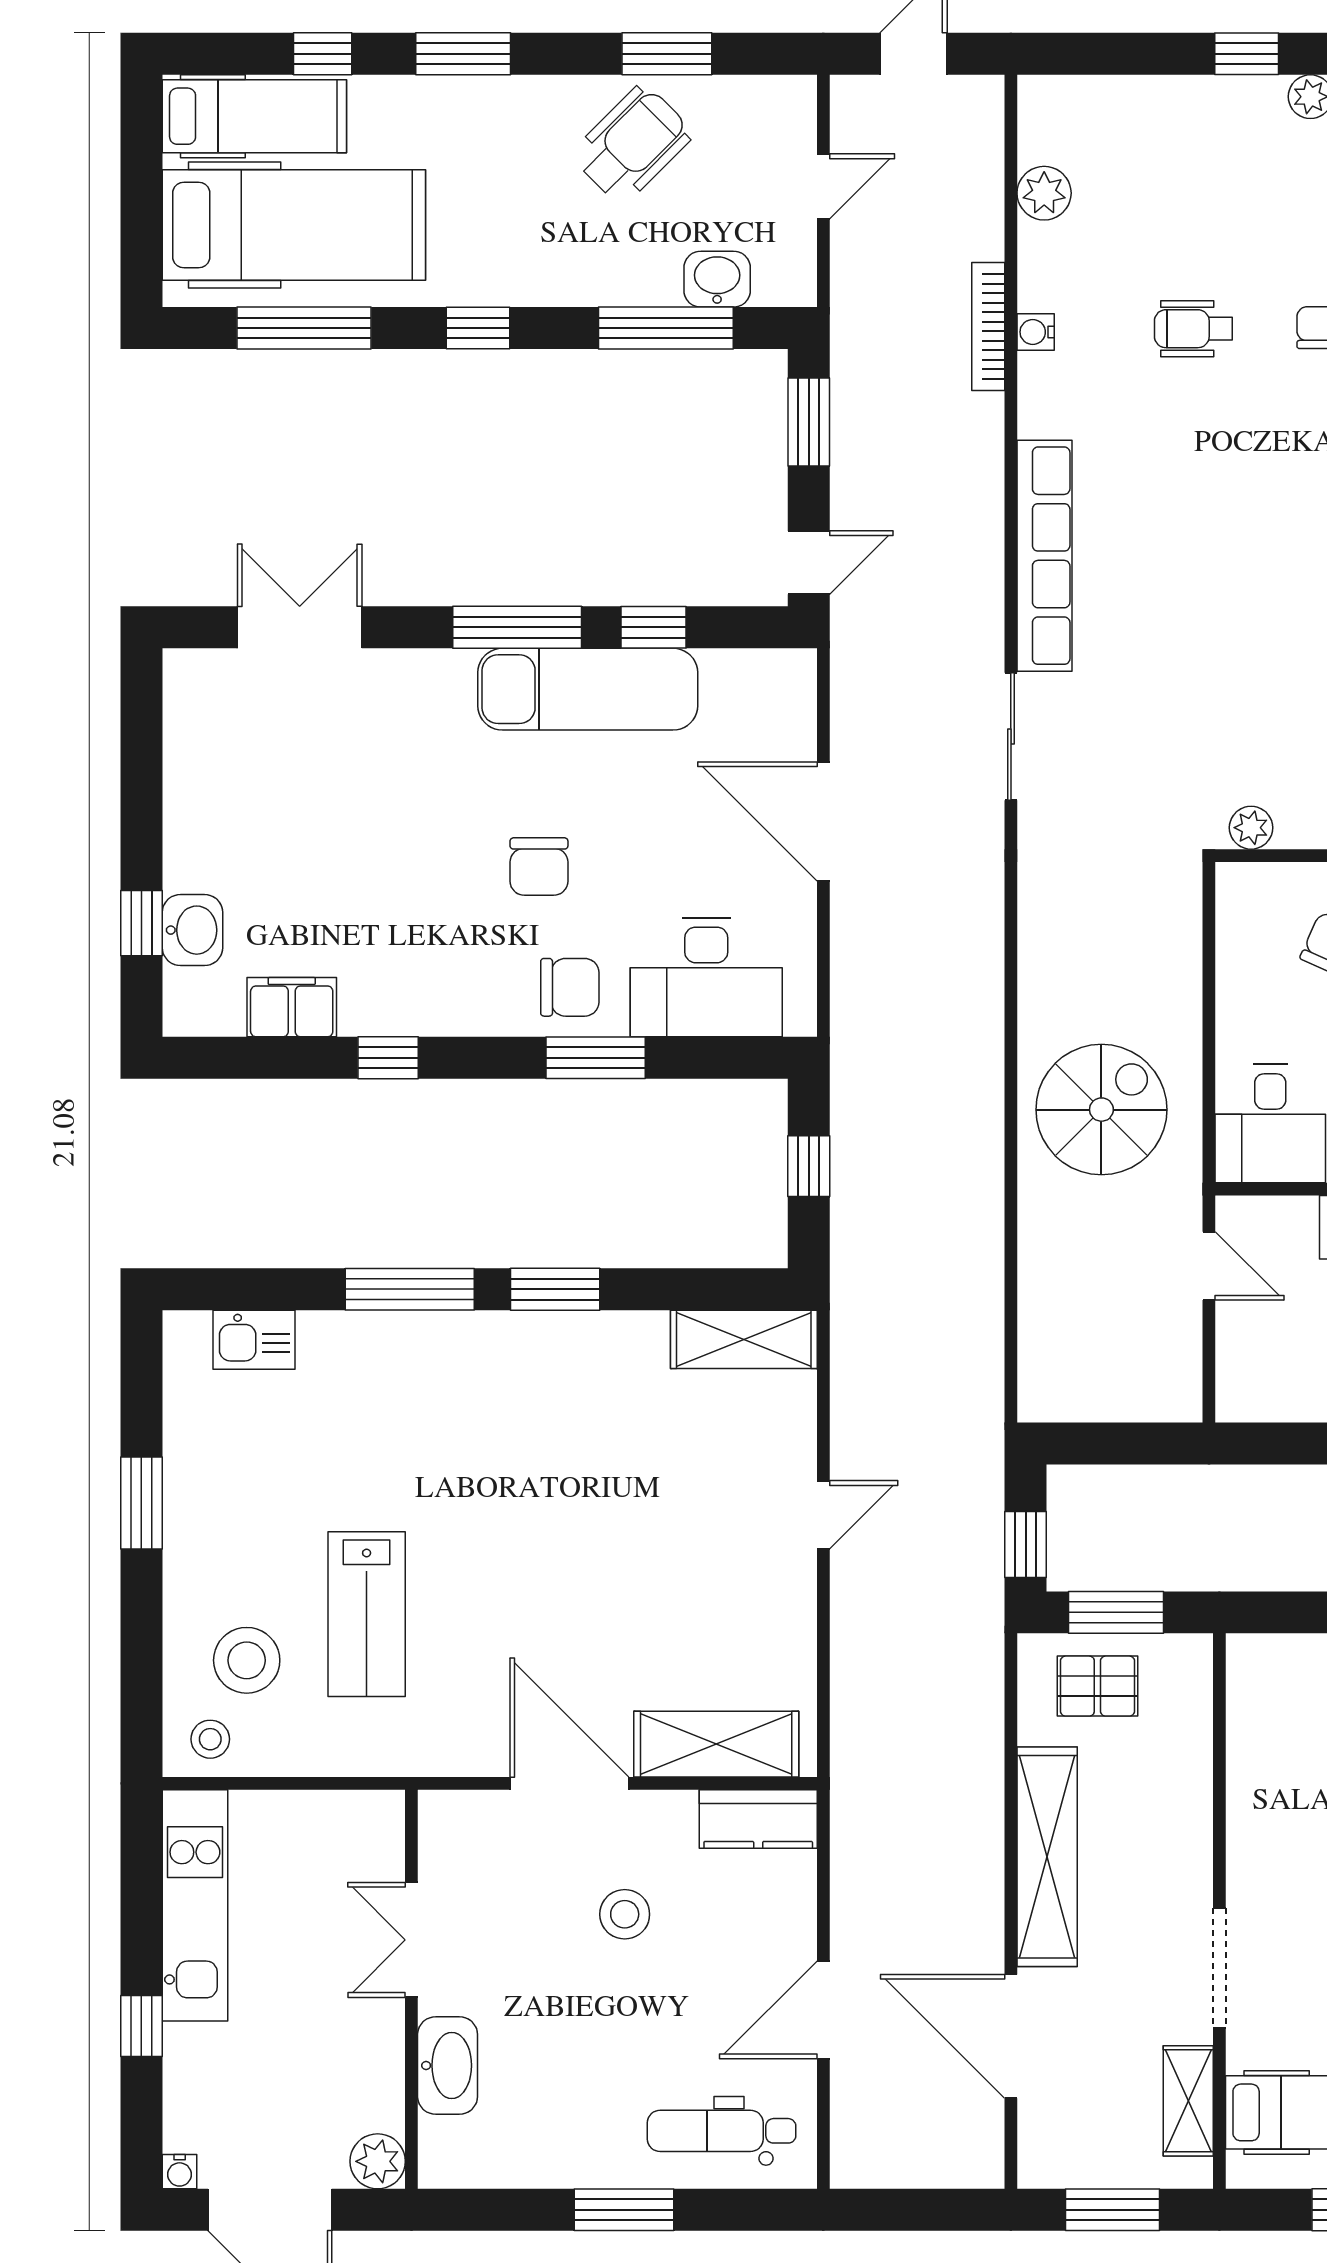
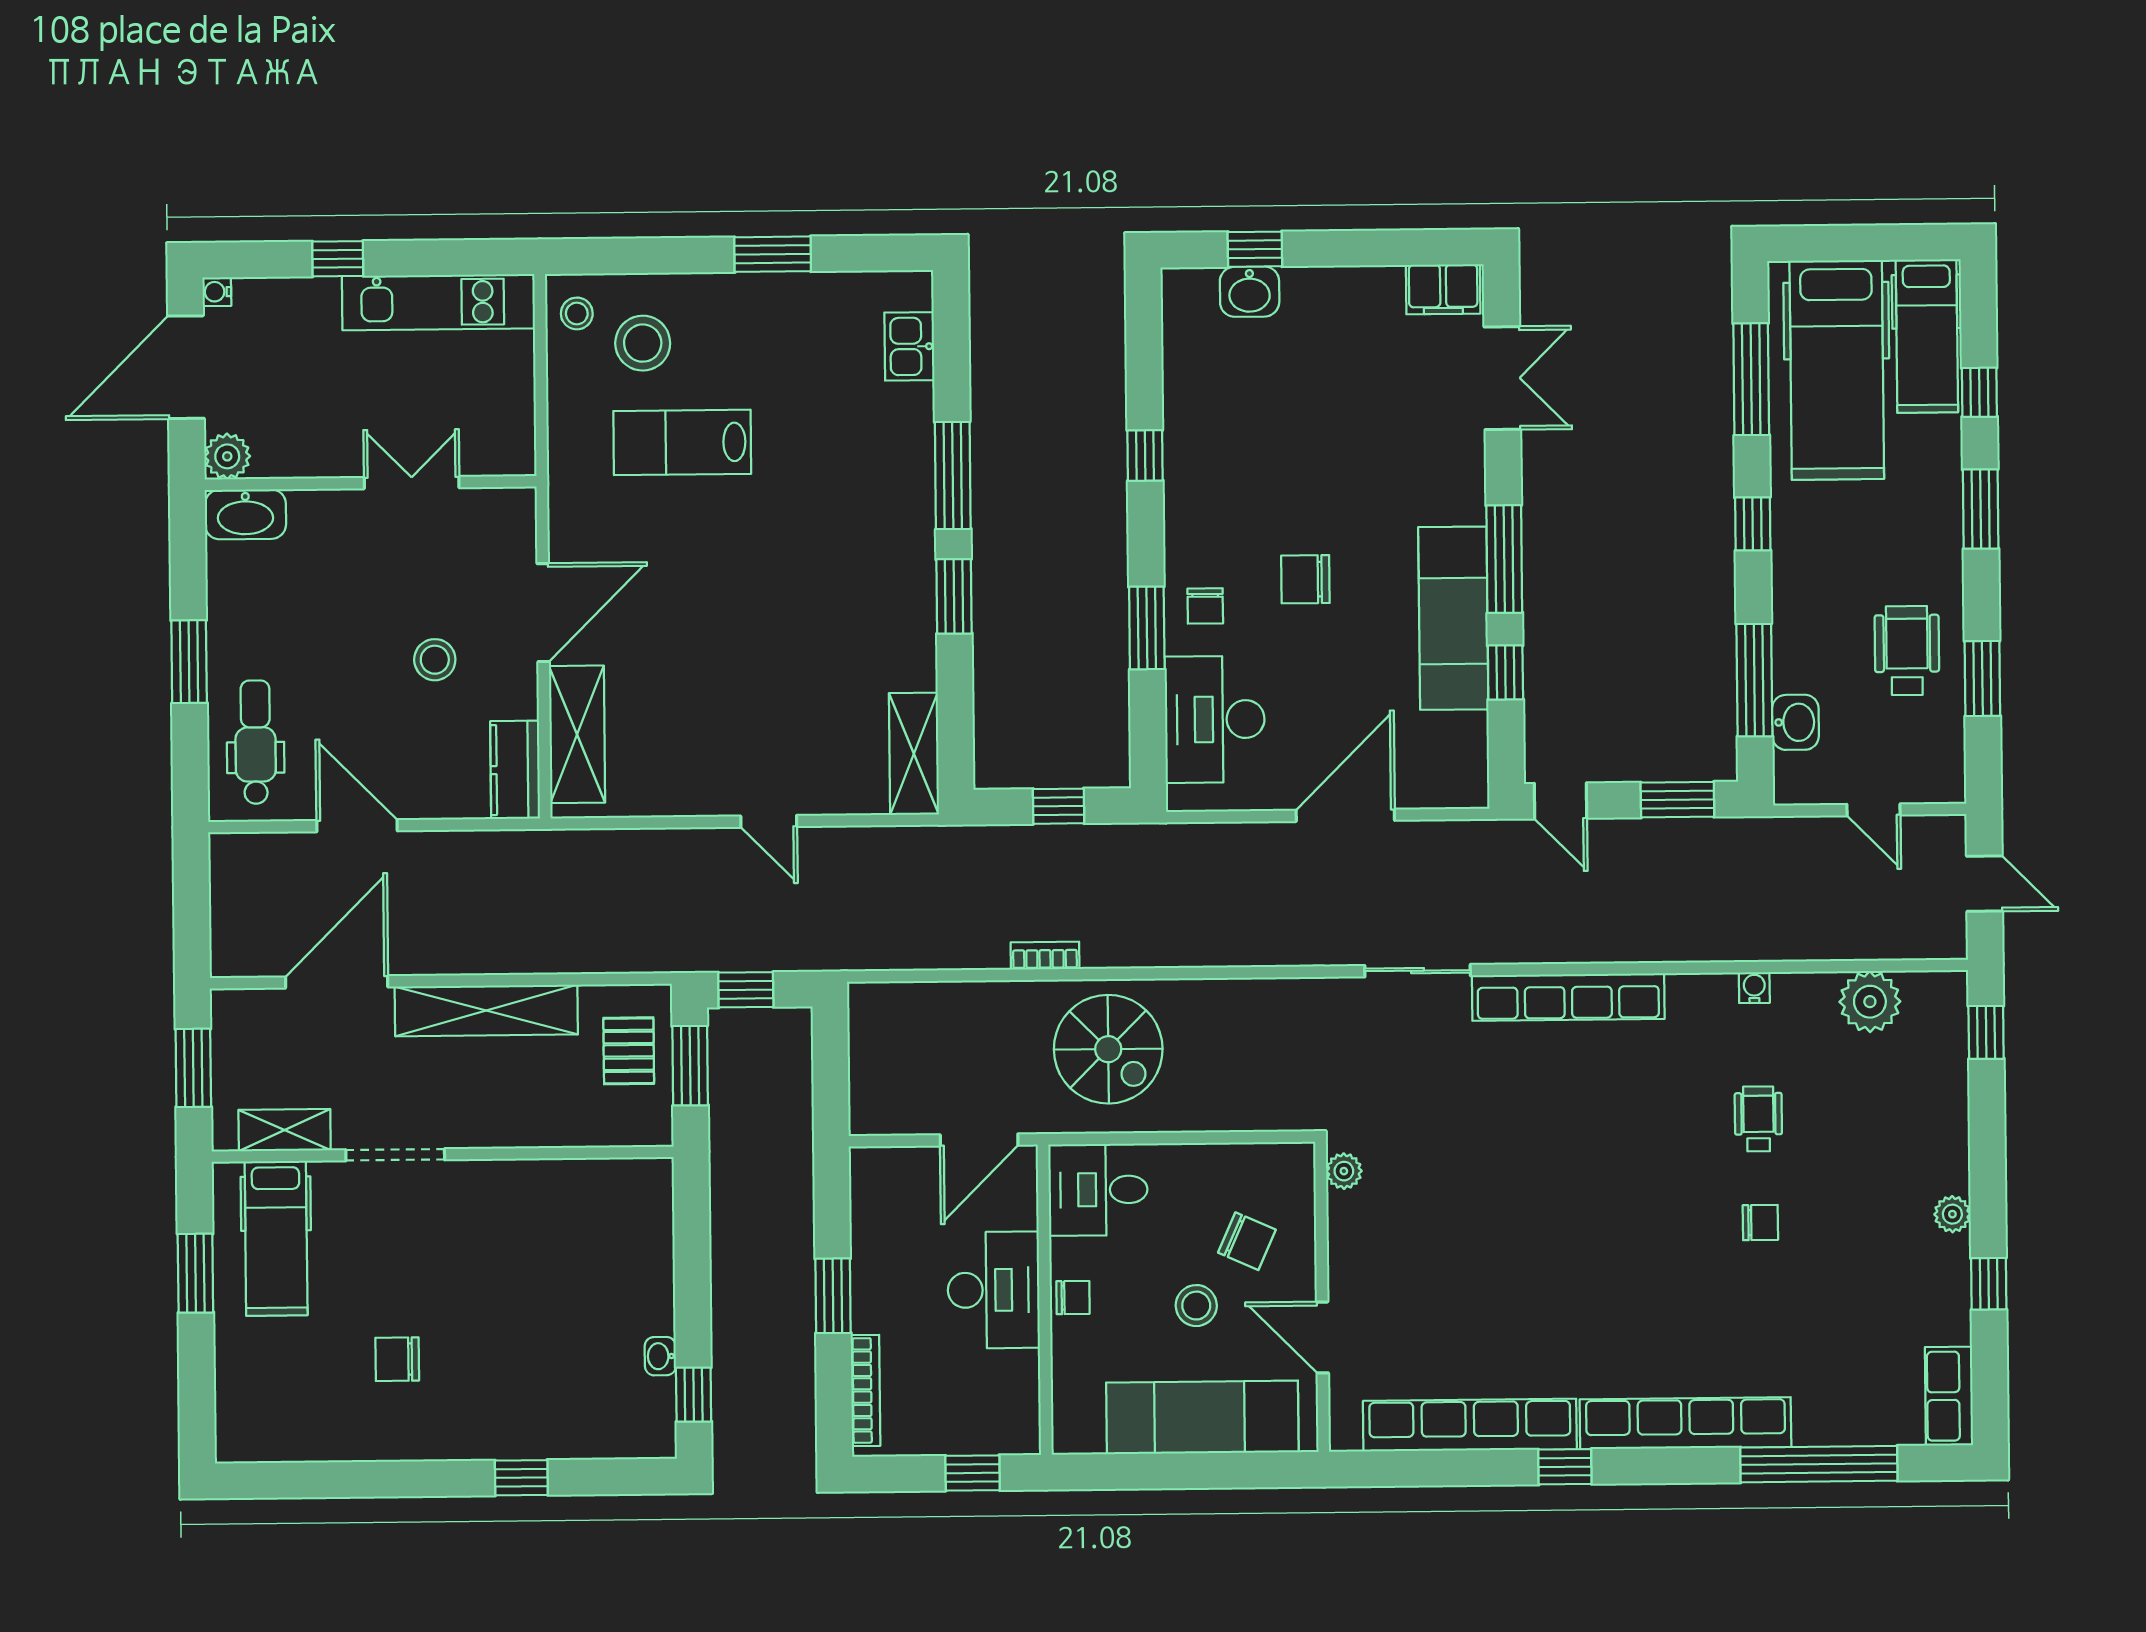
window: (1247, 54) -> (1986, 1032), moved
wheelchair: (632, 144) -> (1907, 651), turned -135
plant: (1044, 193) -> (1870, 1002), width x1.36, depth x1.36
bookcase: (988, 327) -> (1045, 956), moved, width x0.64
chair: (570, 987) -> (1205, 606), width x0.73, depth x0.73
filing cabinet: (292, 1007) -> (1443, 289), moved, turned 90
door: (1209, 1266) -> (979, 1140), width x1.38
washbasin: (448, 2065) -> (245, 514), moved

